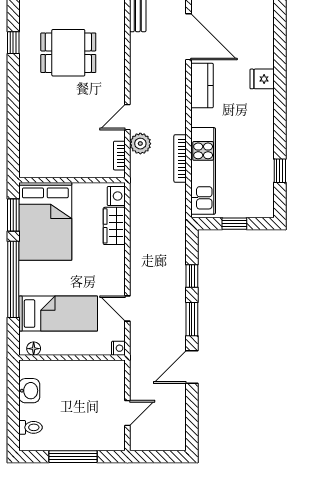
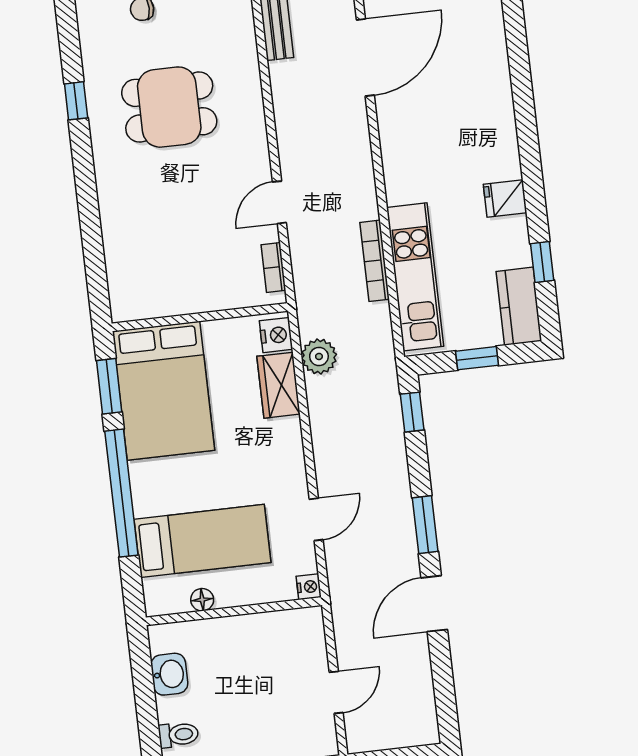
door: (189, 37) -> (365, 58), hinge flipped
fridge: (262, 79) -> (505, 198), moved
kitchen counter: (202, 86) -> (519, 306), moved, turned 180
plant: (140, 144) -> (319, 356), moved
window: (192, 276) -> (412, 412), moved
door: (127, 309) -> (316, 519), swing flipped
floor lamp: (34, 349) -> (202, 600), moved

